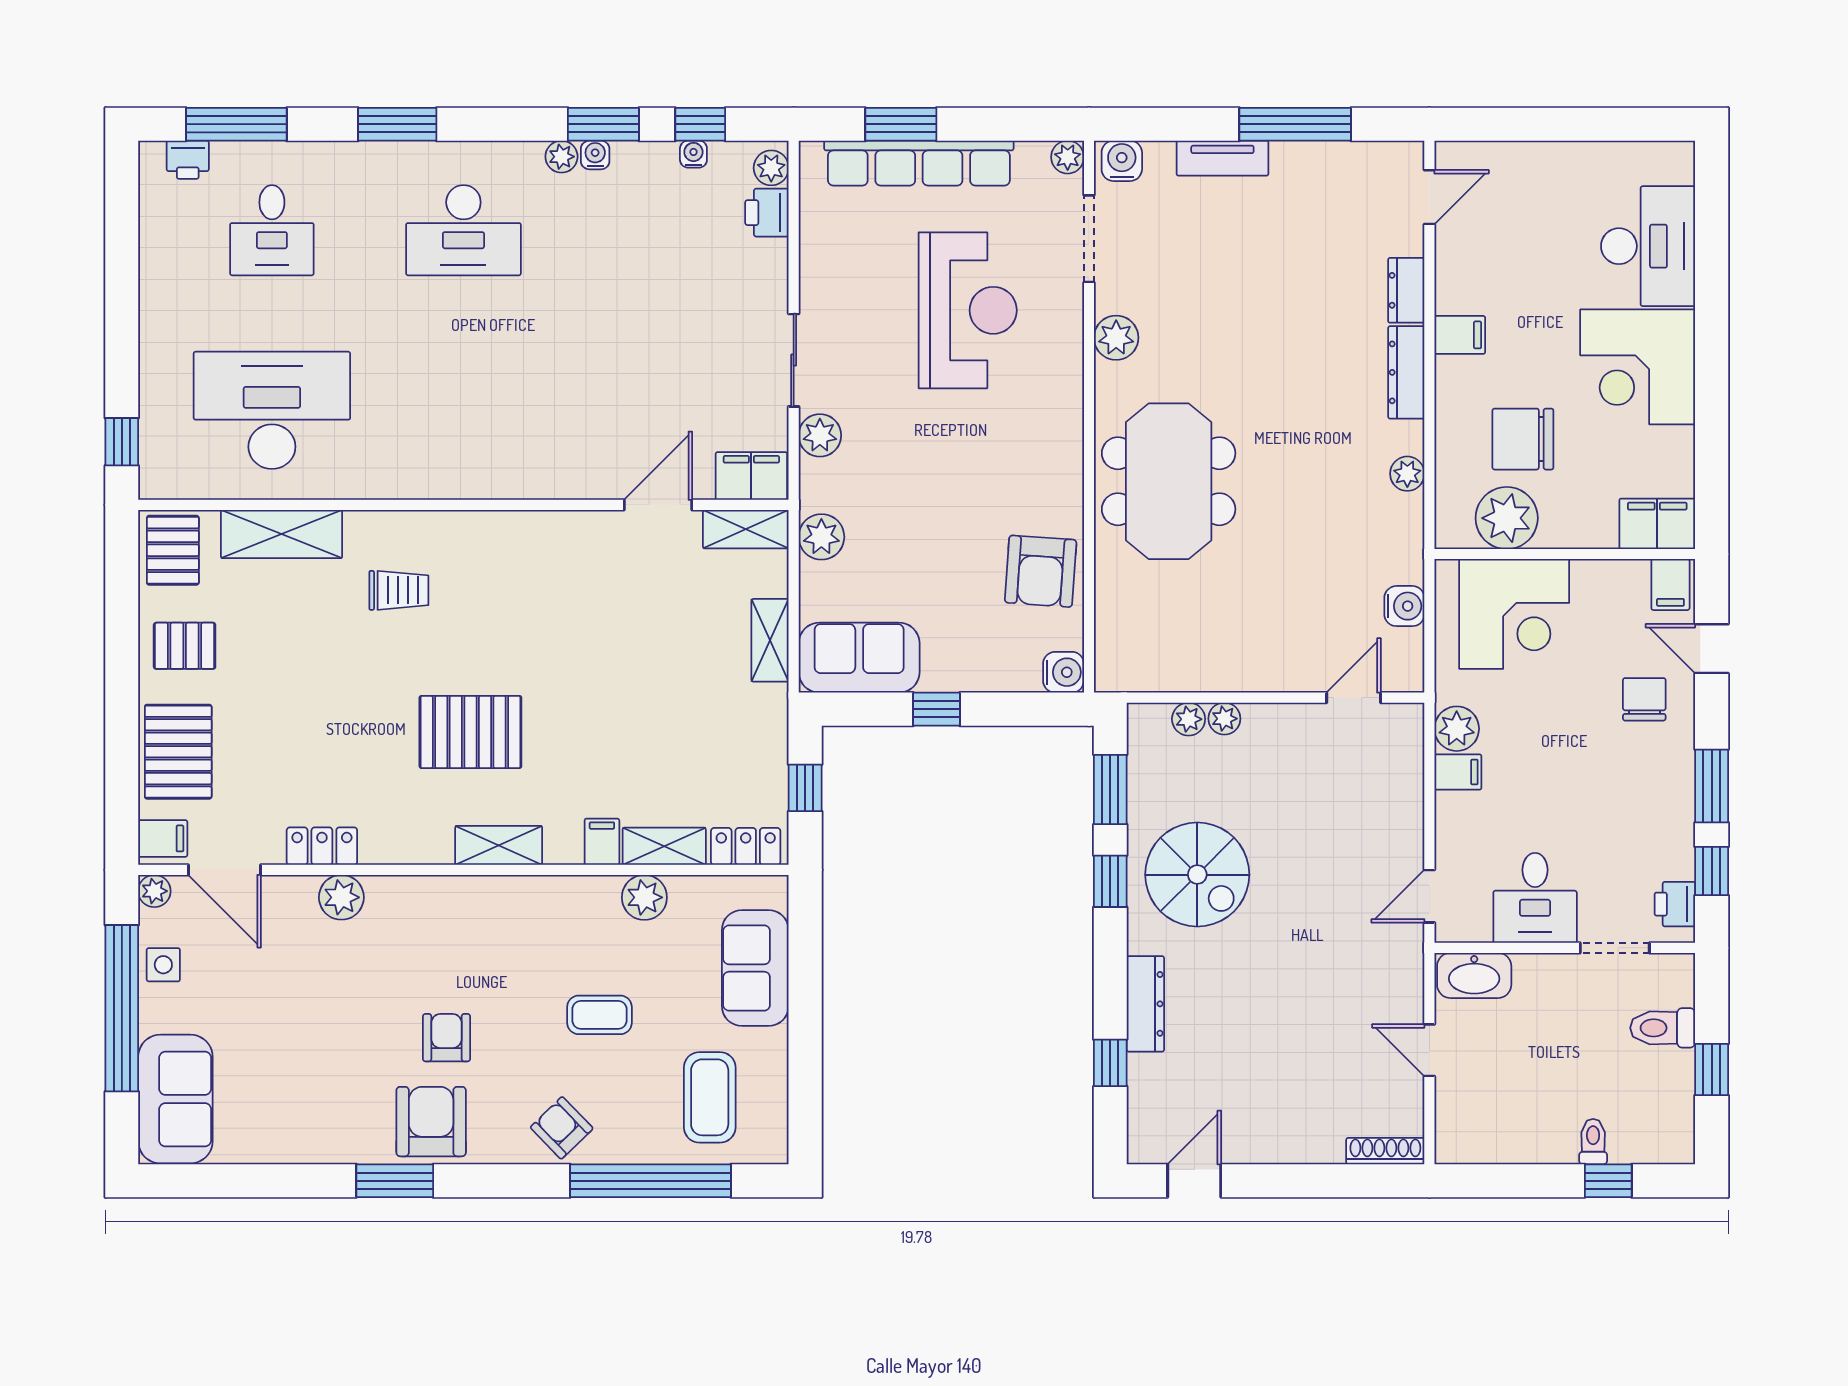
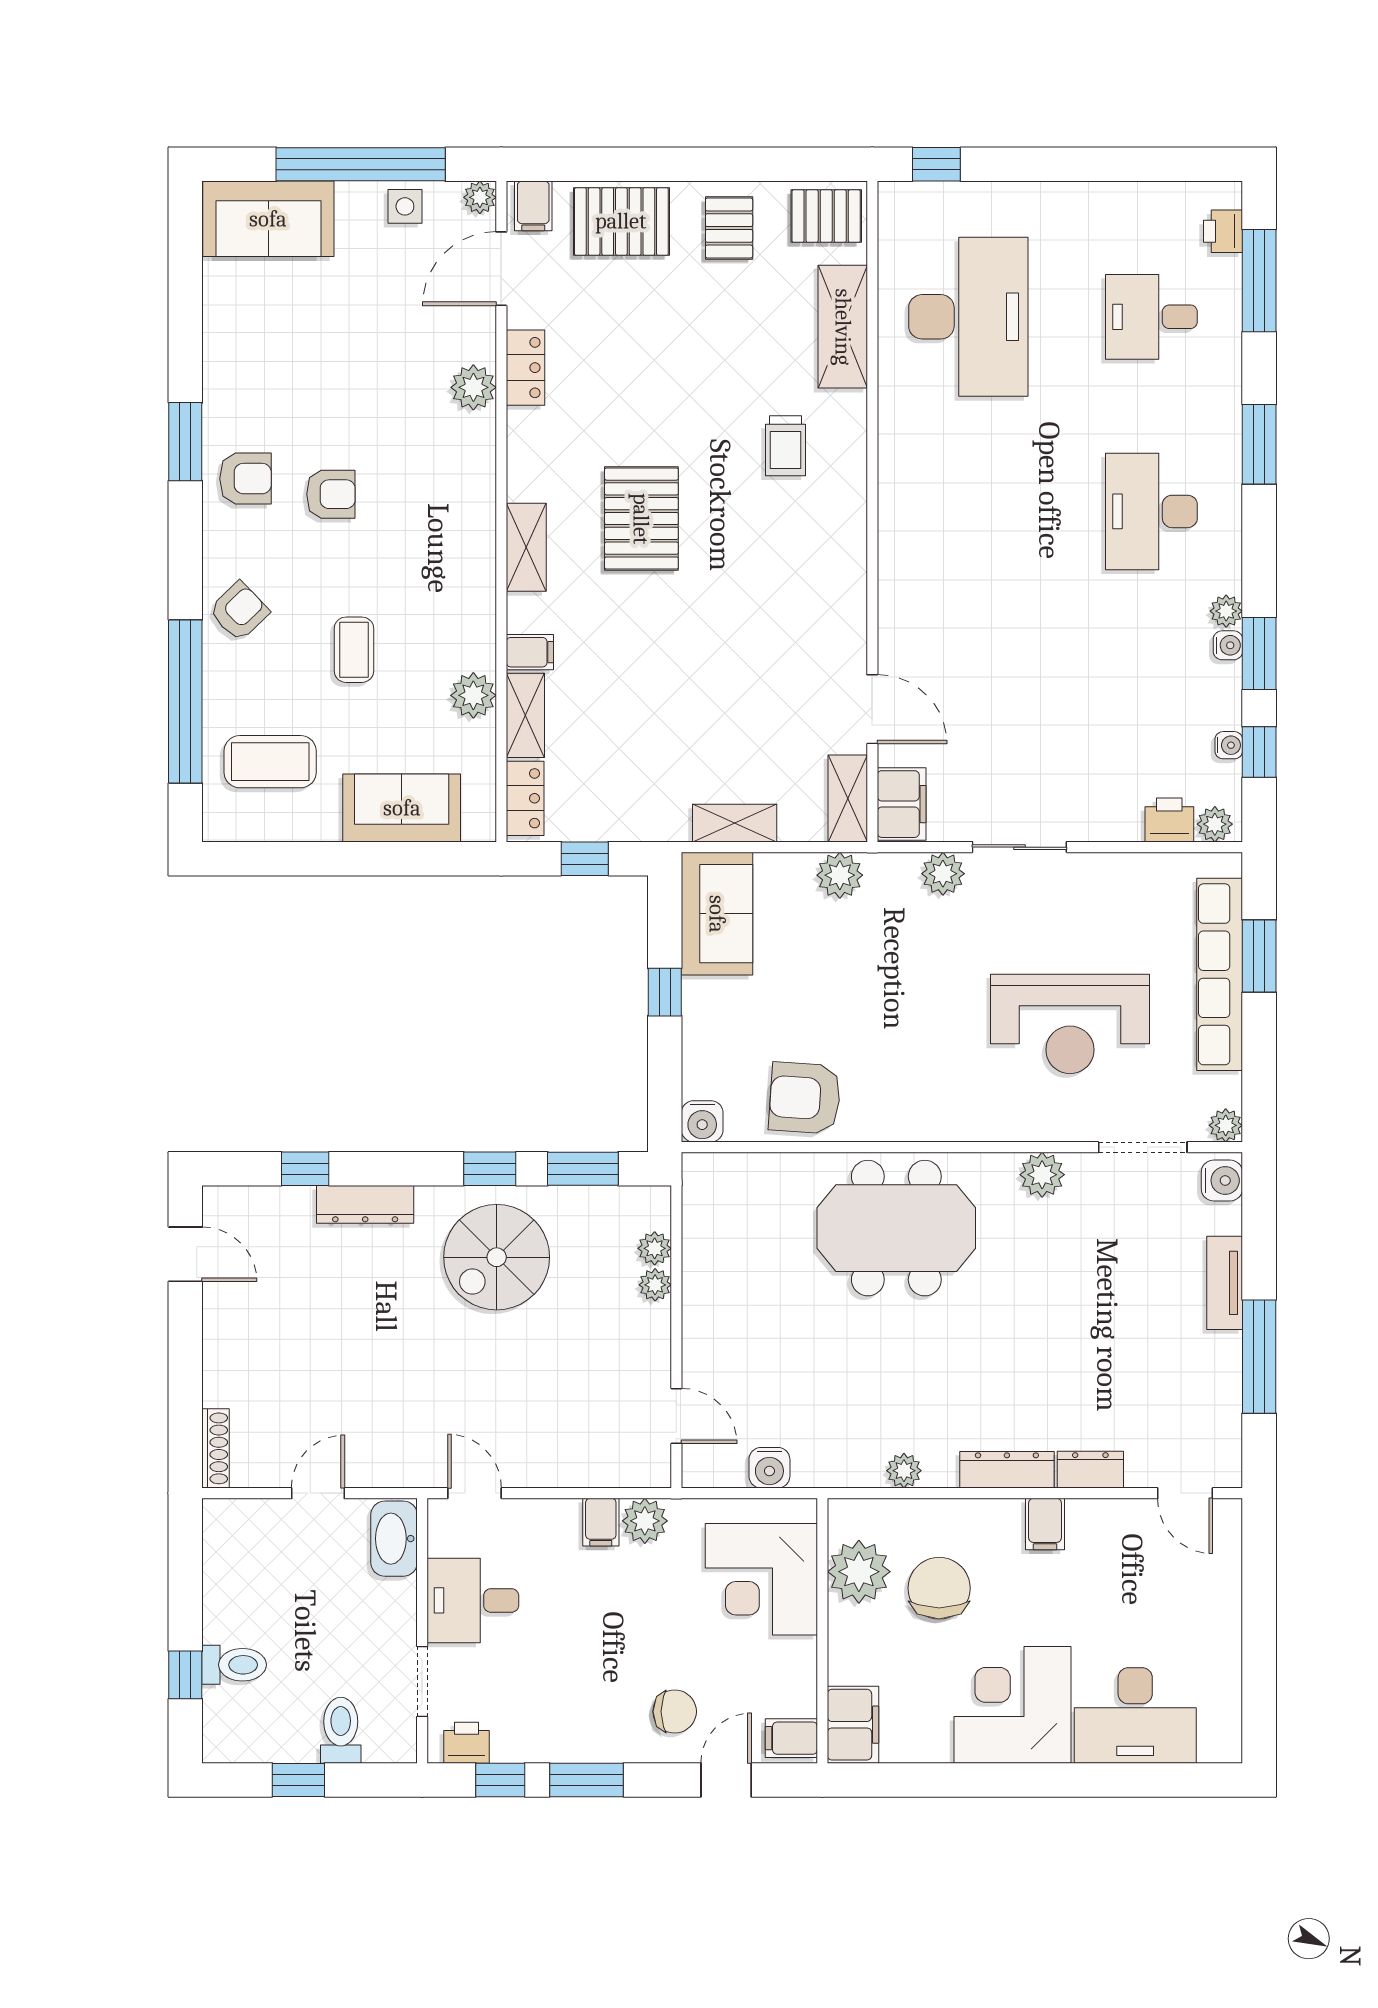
armchair: (431, 1122) -> (246, 479), width x0.72, depth x0.72
toilet: (1593, 1142) -> (234, 1665), width x1.37, depth x1.39

